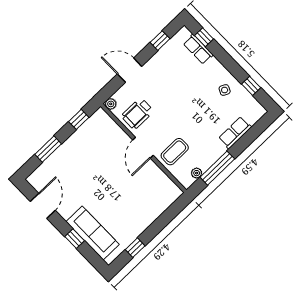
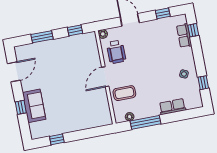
wheelchair: (137, 114) -> (116, 52), turned -90
sofa: (93, 233) -> (34, 106), width x0.73

